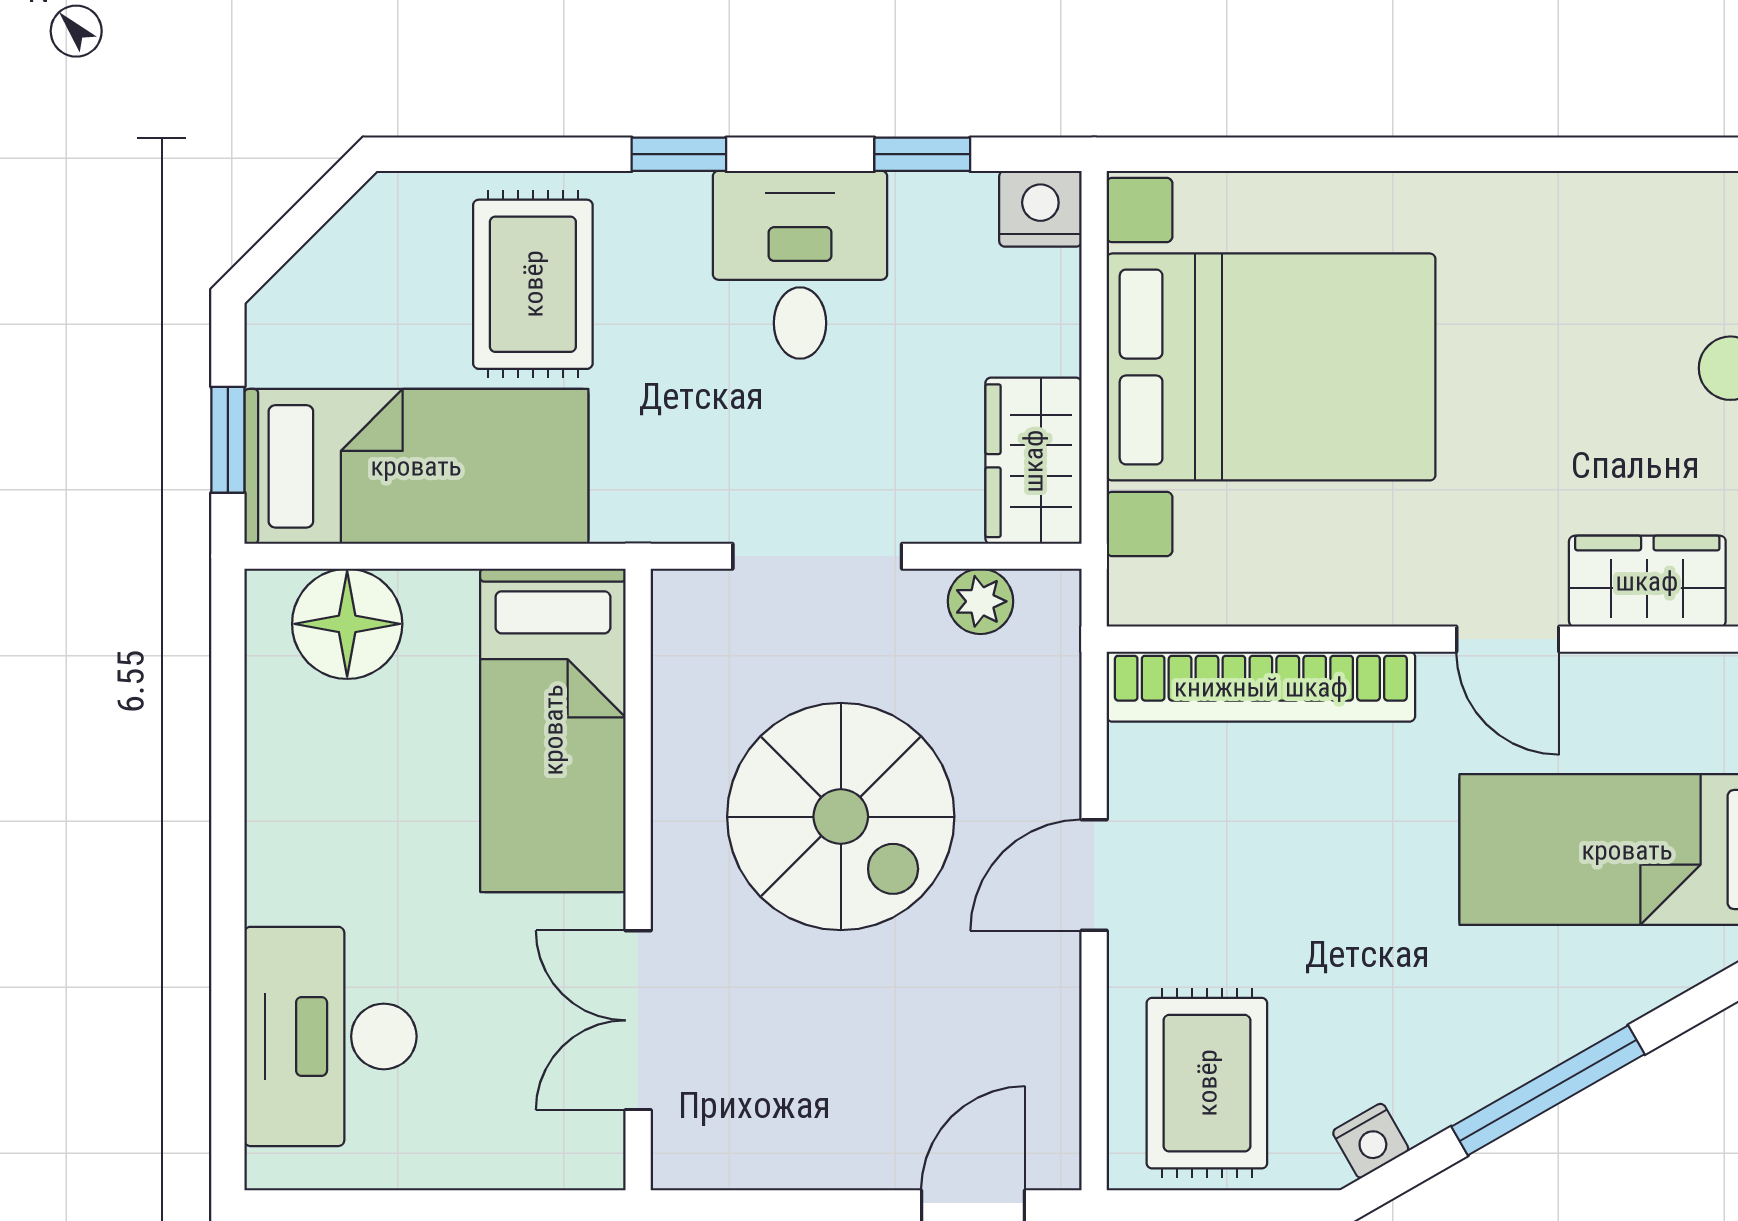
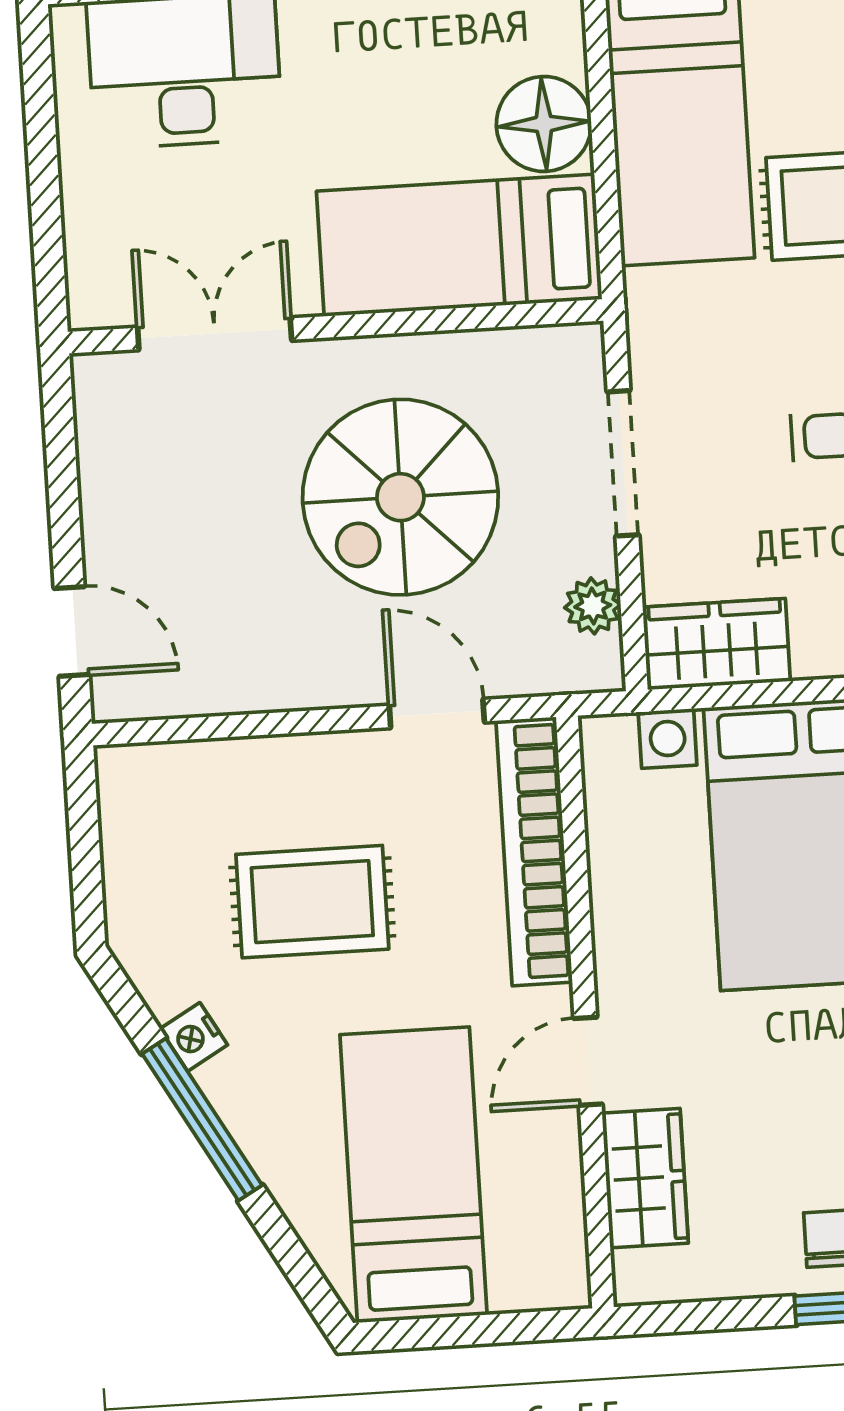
floor lamp: (347, 624) -> (544, 124), moved
door: (1094, 875) -> (437, 714), moved
rug: (1207, 1083) -> (312, 902), moved
nightstand: (1371, 1141) -> (194, 1037), moved

